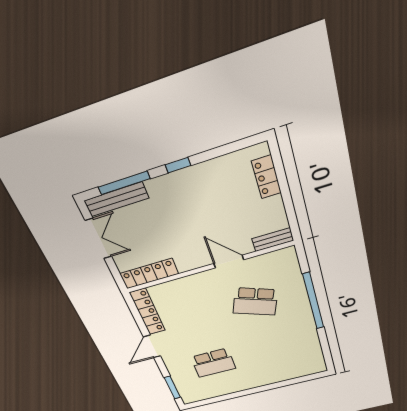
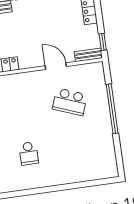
window: (292, 219) -> (103, 42), added
school desk: (213, 363) -> (29, 153), width x0.54

